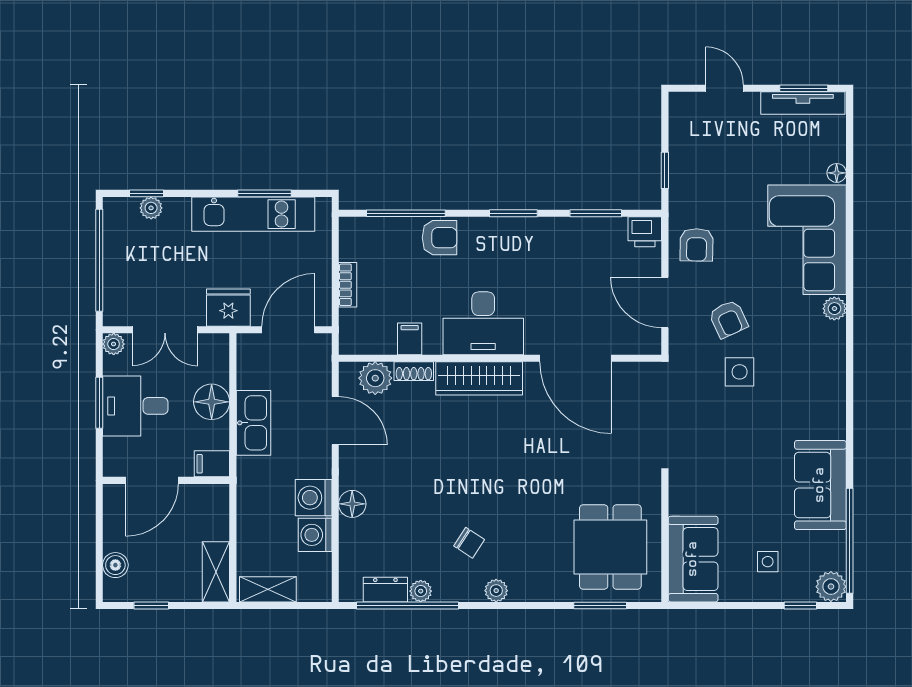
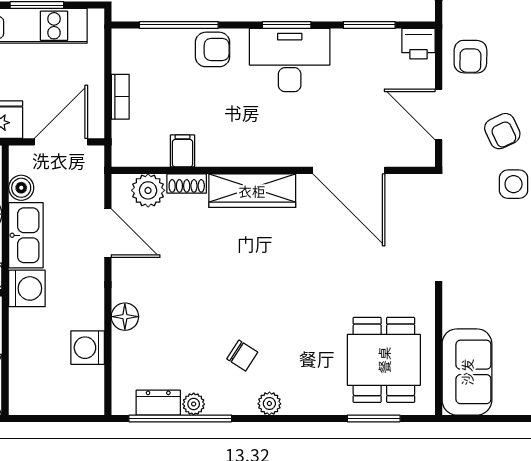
desk: (483, 323) -> (290, 60), moved, turned 180
boiler: (249, 376) -> (21, 188), added
washing machine: (314, 498) -> (27, 288), moved, turned 180
shelving: (268, 589) -> (40, 402), removed

